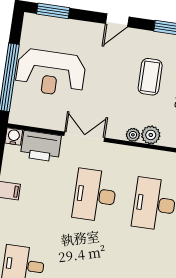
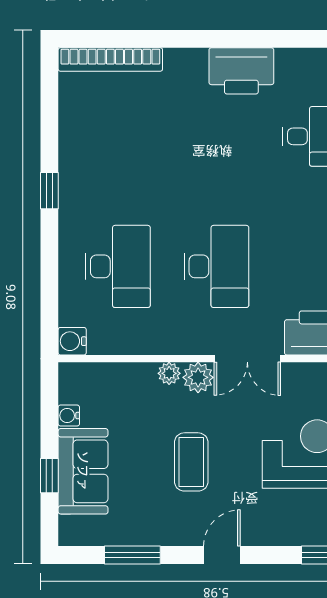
coffee table: (150, 77) -> (191, 462), moved
plant: (151, 135) -> (198, 377), moved

